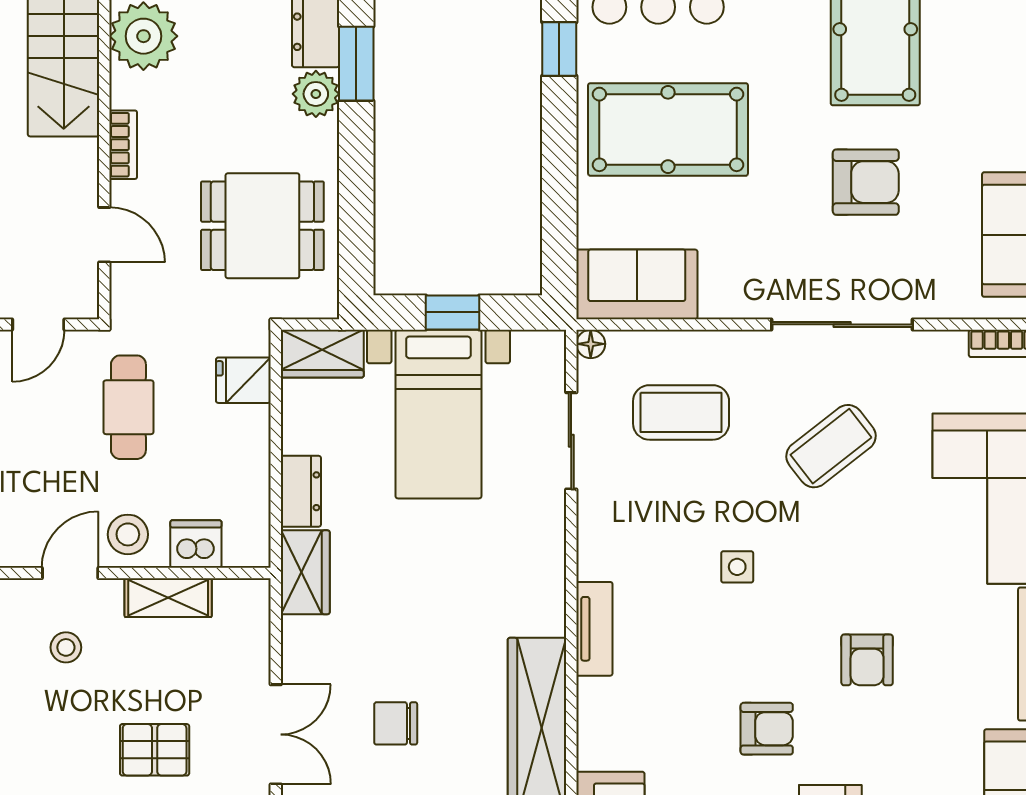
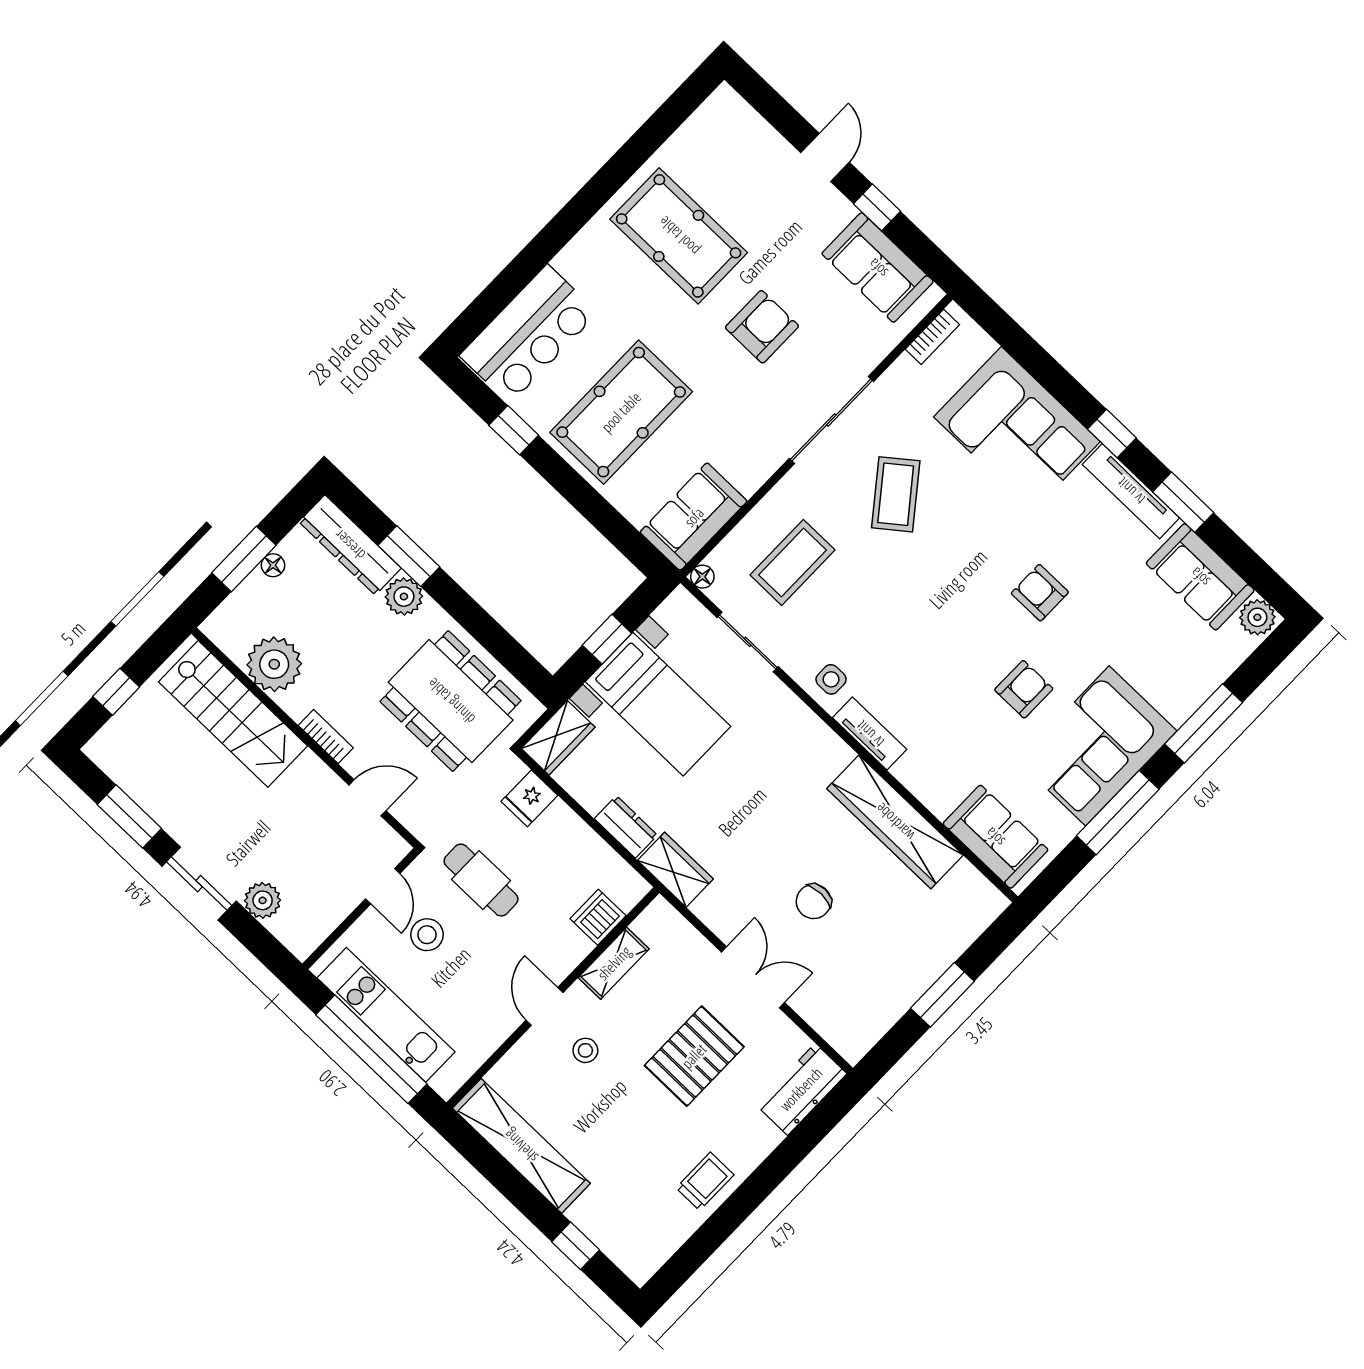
dining table: (262, 226) -> (451, 701), width x1.38
stool: (128, 534) -> (427, 935), moved
side table: (737, 567) -> (831, 679), moved
armchair: (867, 660) -> (1040, 593), turned 180
pallet: (155, 750) -> (694, 1056), width x1.50, depth x1.42

